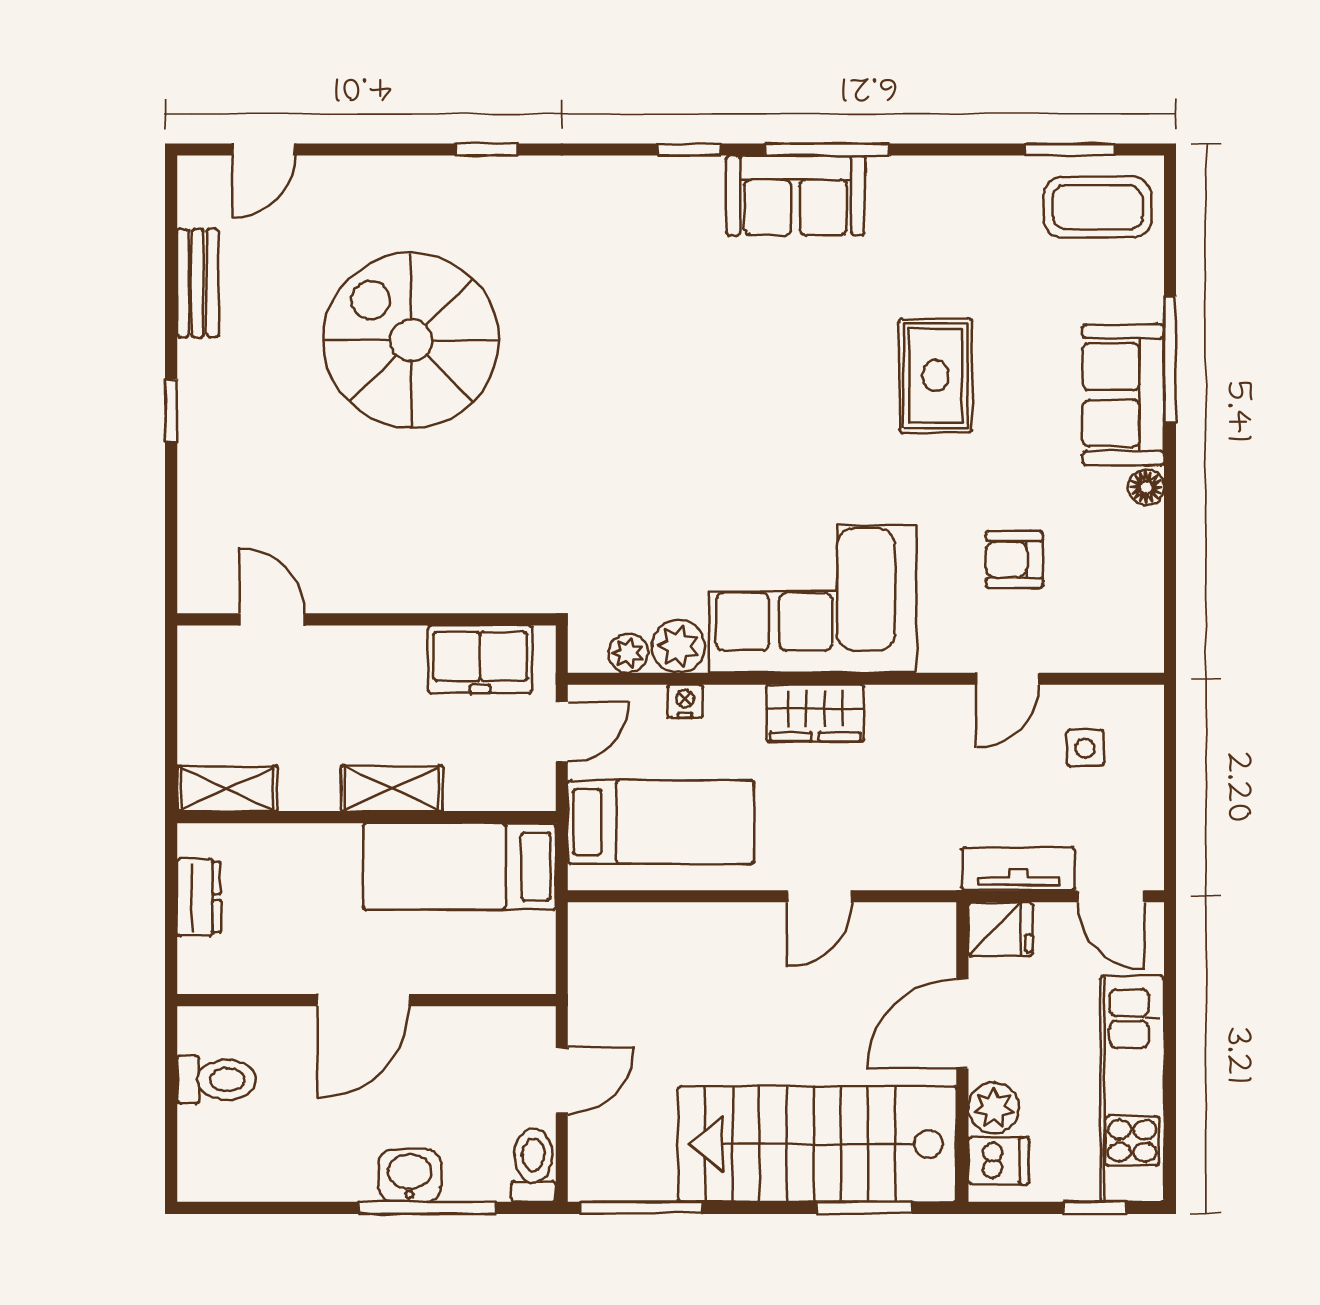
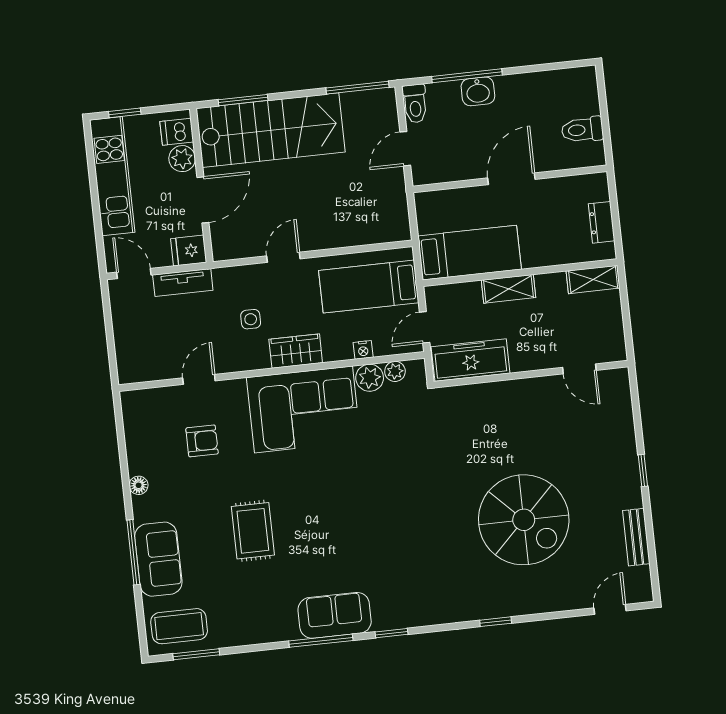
sofa: (1123, 395) -> (158, 559), moved
freezer: (480, 659) -> (471, 360), width x1.40
side table: (1085, 748) -> (251, 319), moved

